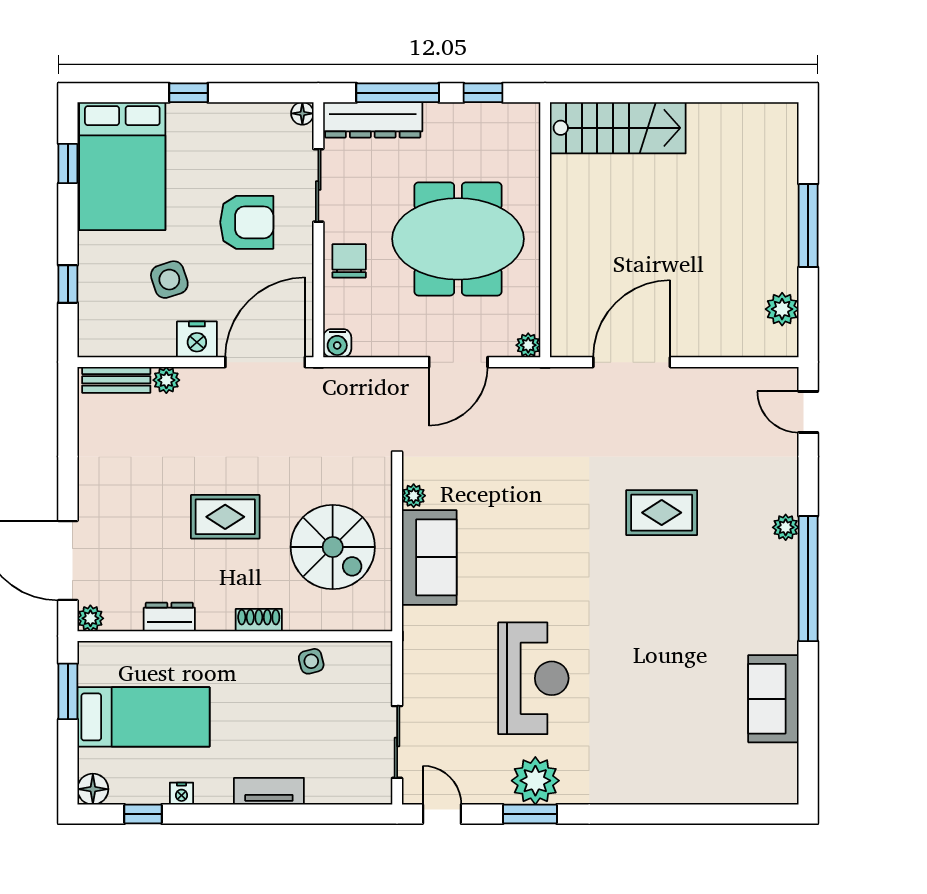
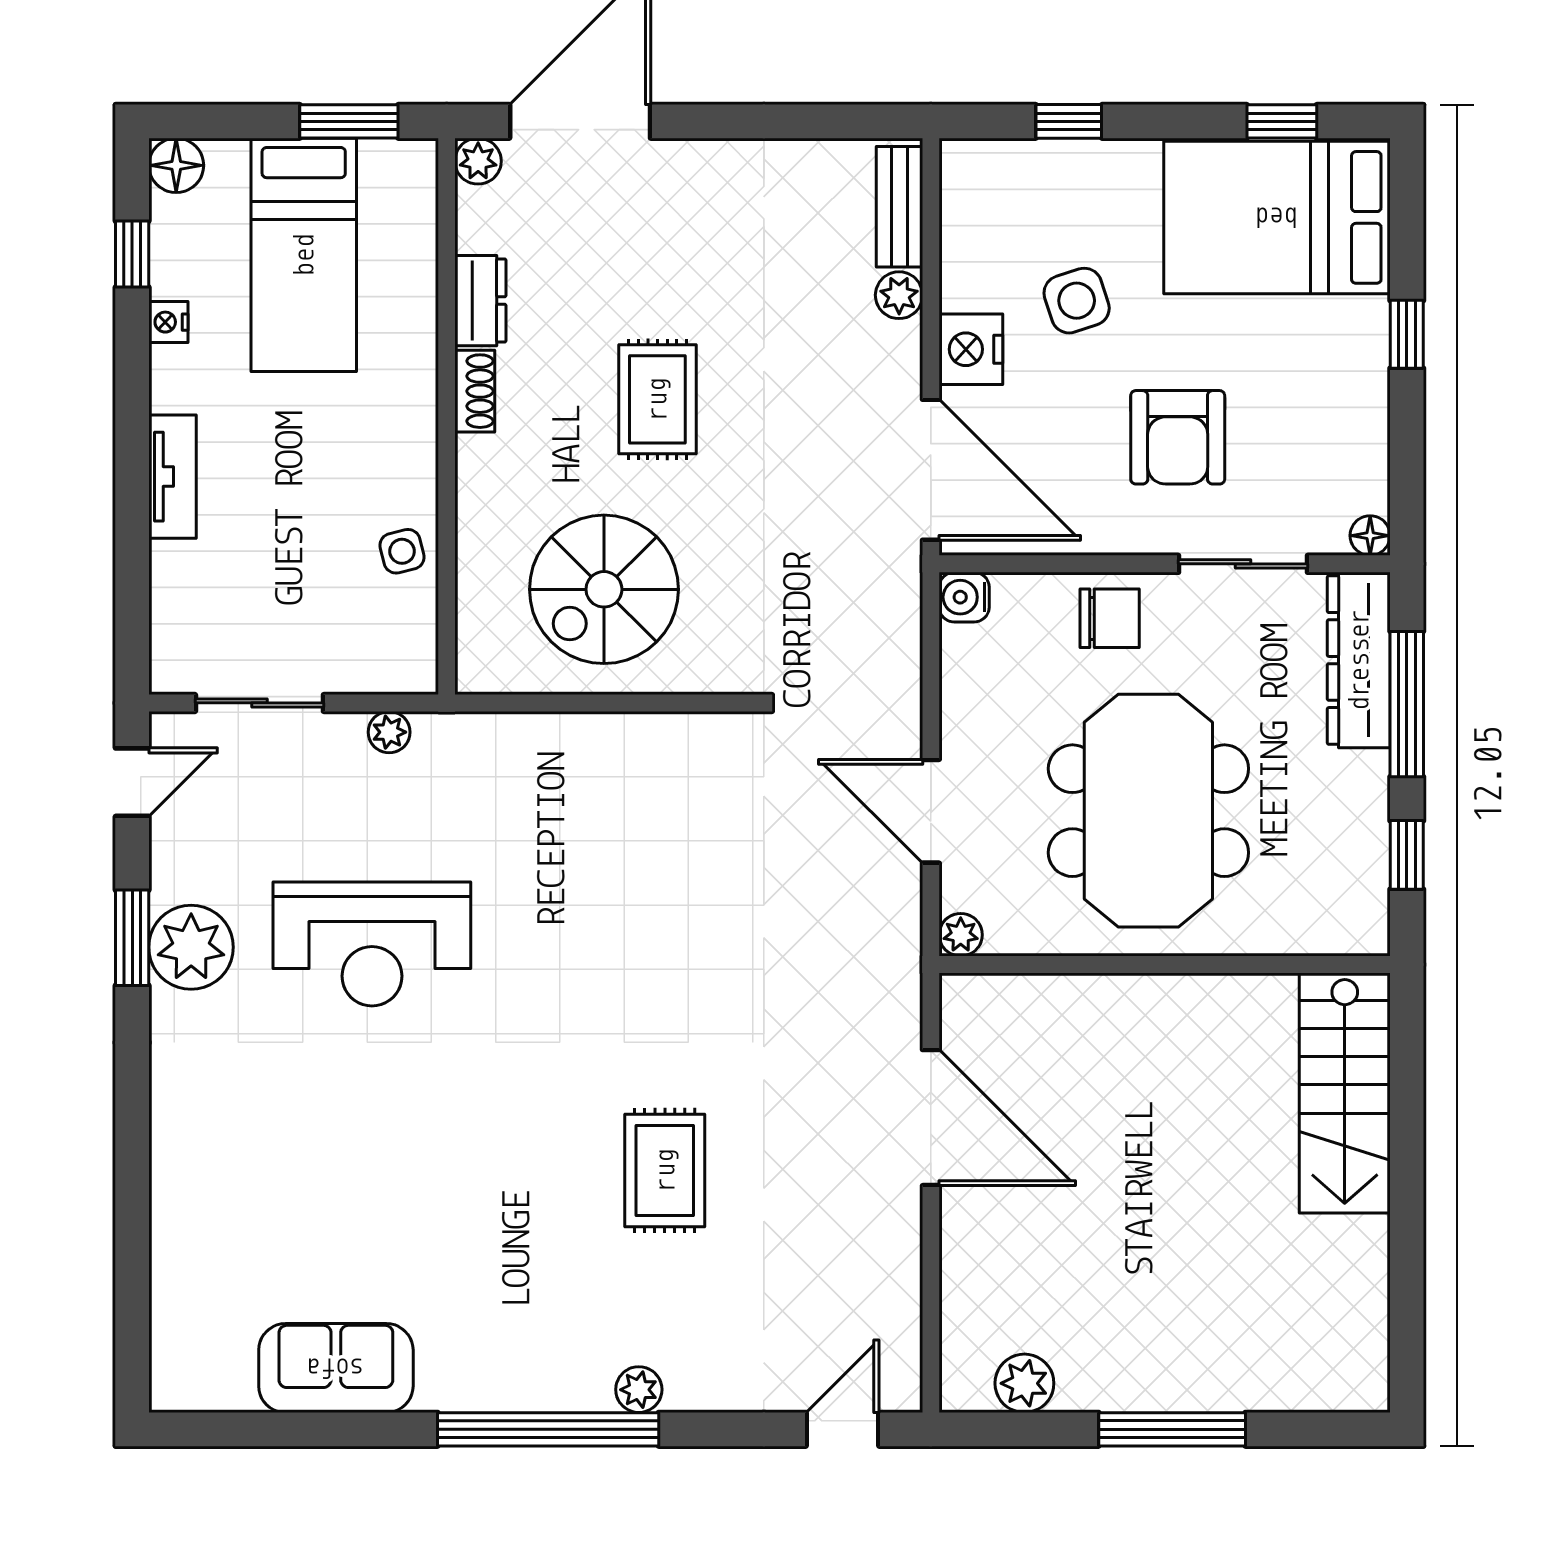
plant: (414, 496) -> (389, 732), moved
sofa: (429, 557) -> (586, 760), removed
shoe rack: (259, 620) -> (475, 391), moved

